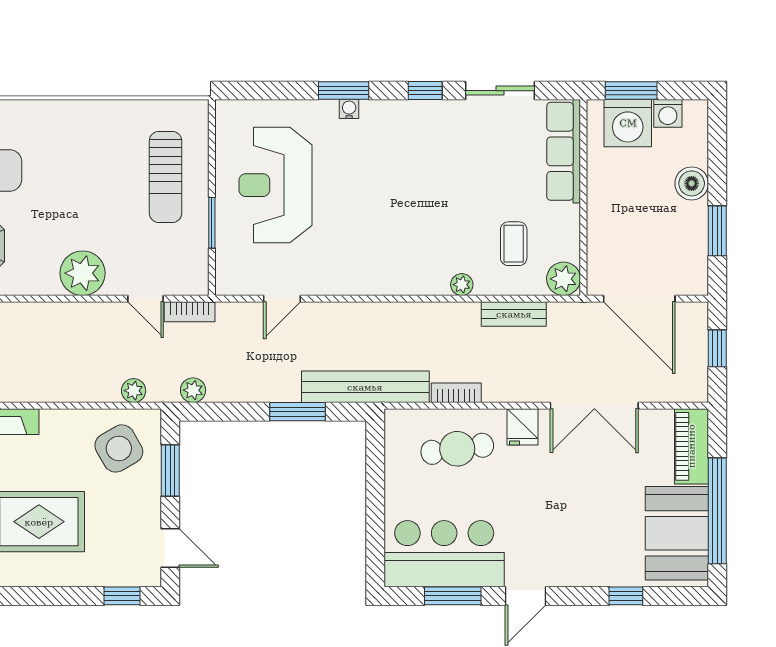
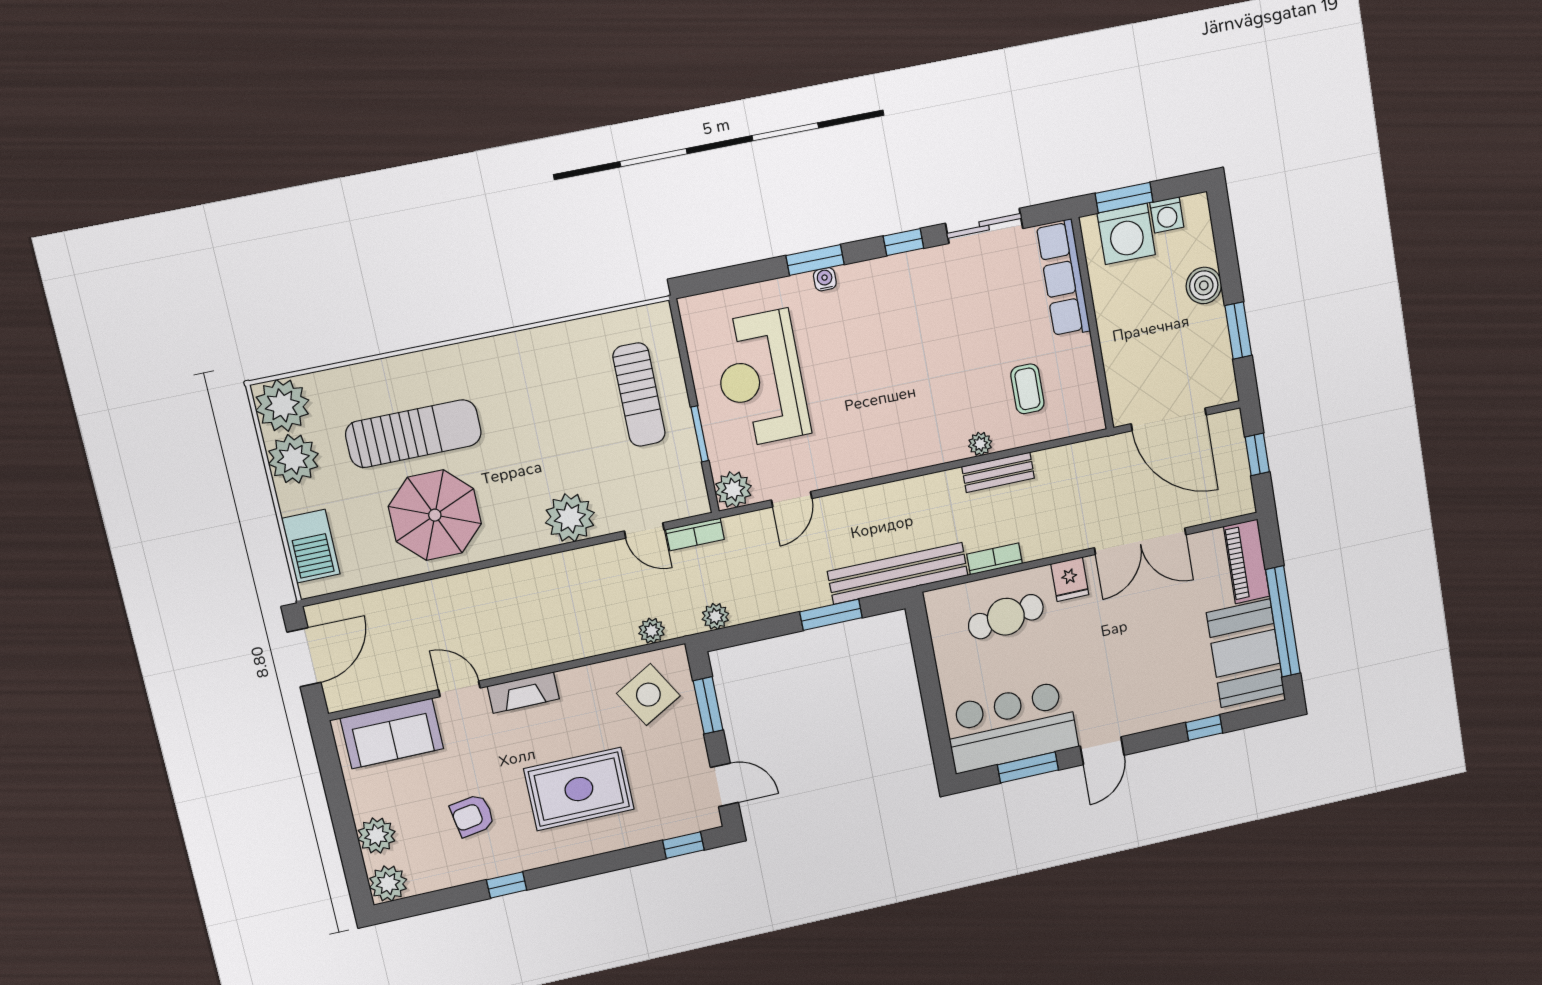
plant: (564, 279) -> (733, 490), moved
bench: (514, 314) -> (998, 472), moved

